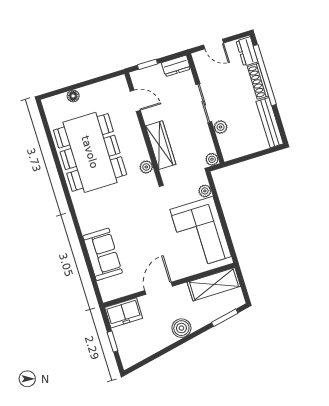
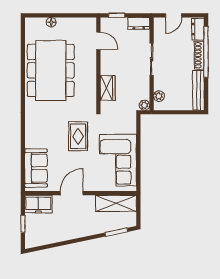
door: (214, 44) -> (173, 15), hinge flipped
plant: (221, 127) -> (159, 96), moved
wardrobe: (161, 145) -> (108, 88), width x0.67
plant: (146, 167) -> (91, 95), removed
plant: (205, 191) -> (131, 128), removed
rug: (146, 220) -> (78, 136), added
sofa: (103, 254) -> (36, 168), moved
boiler: (181, 328) -> (80, 230), removed

